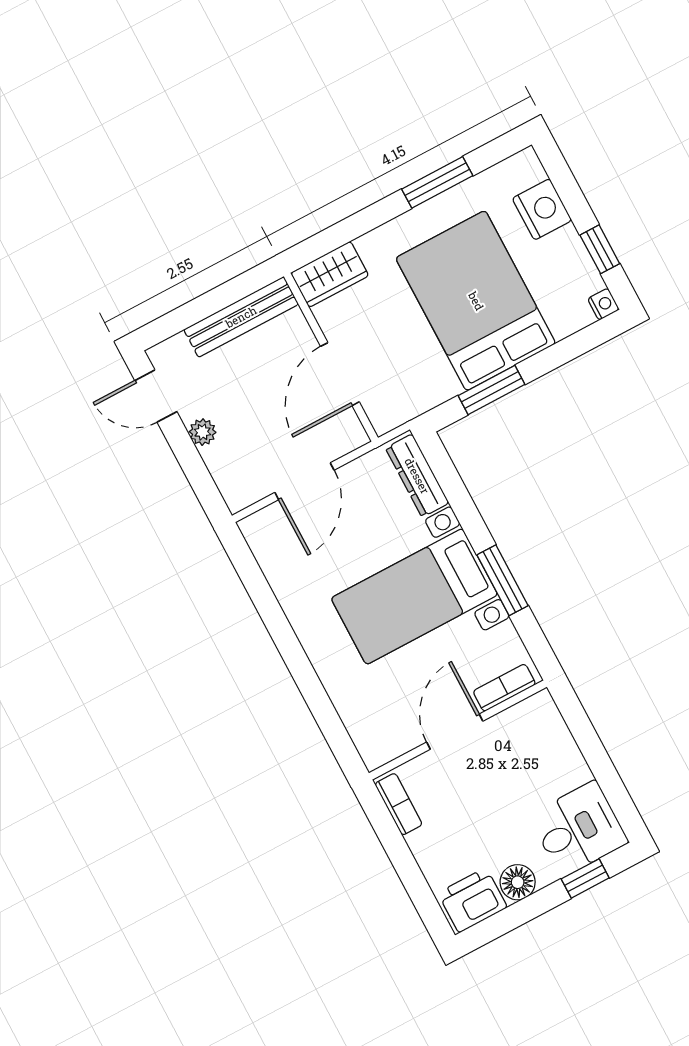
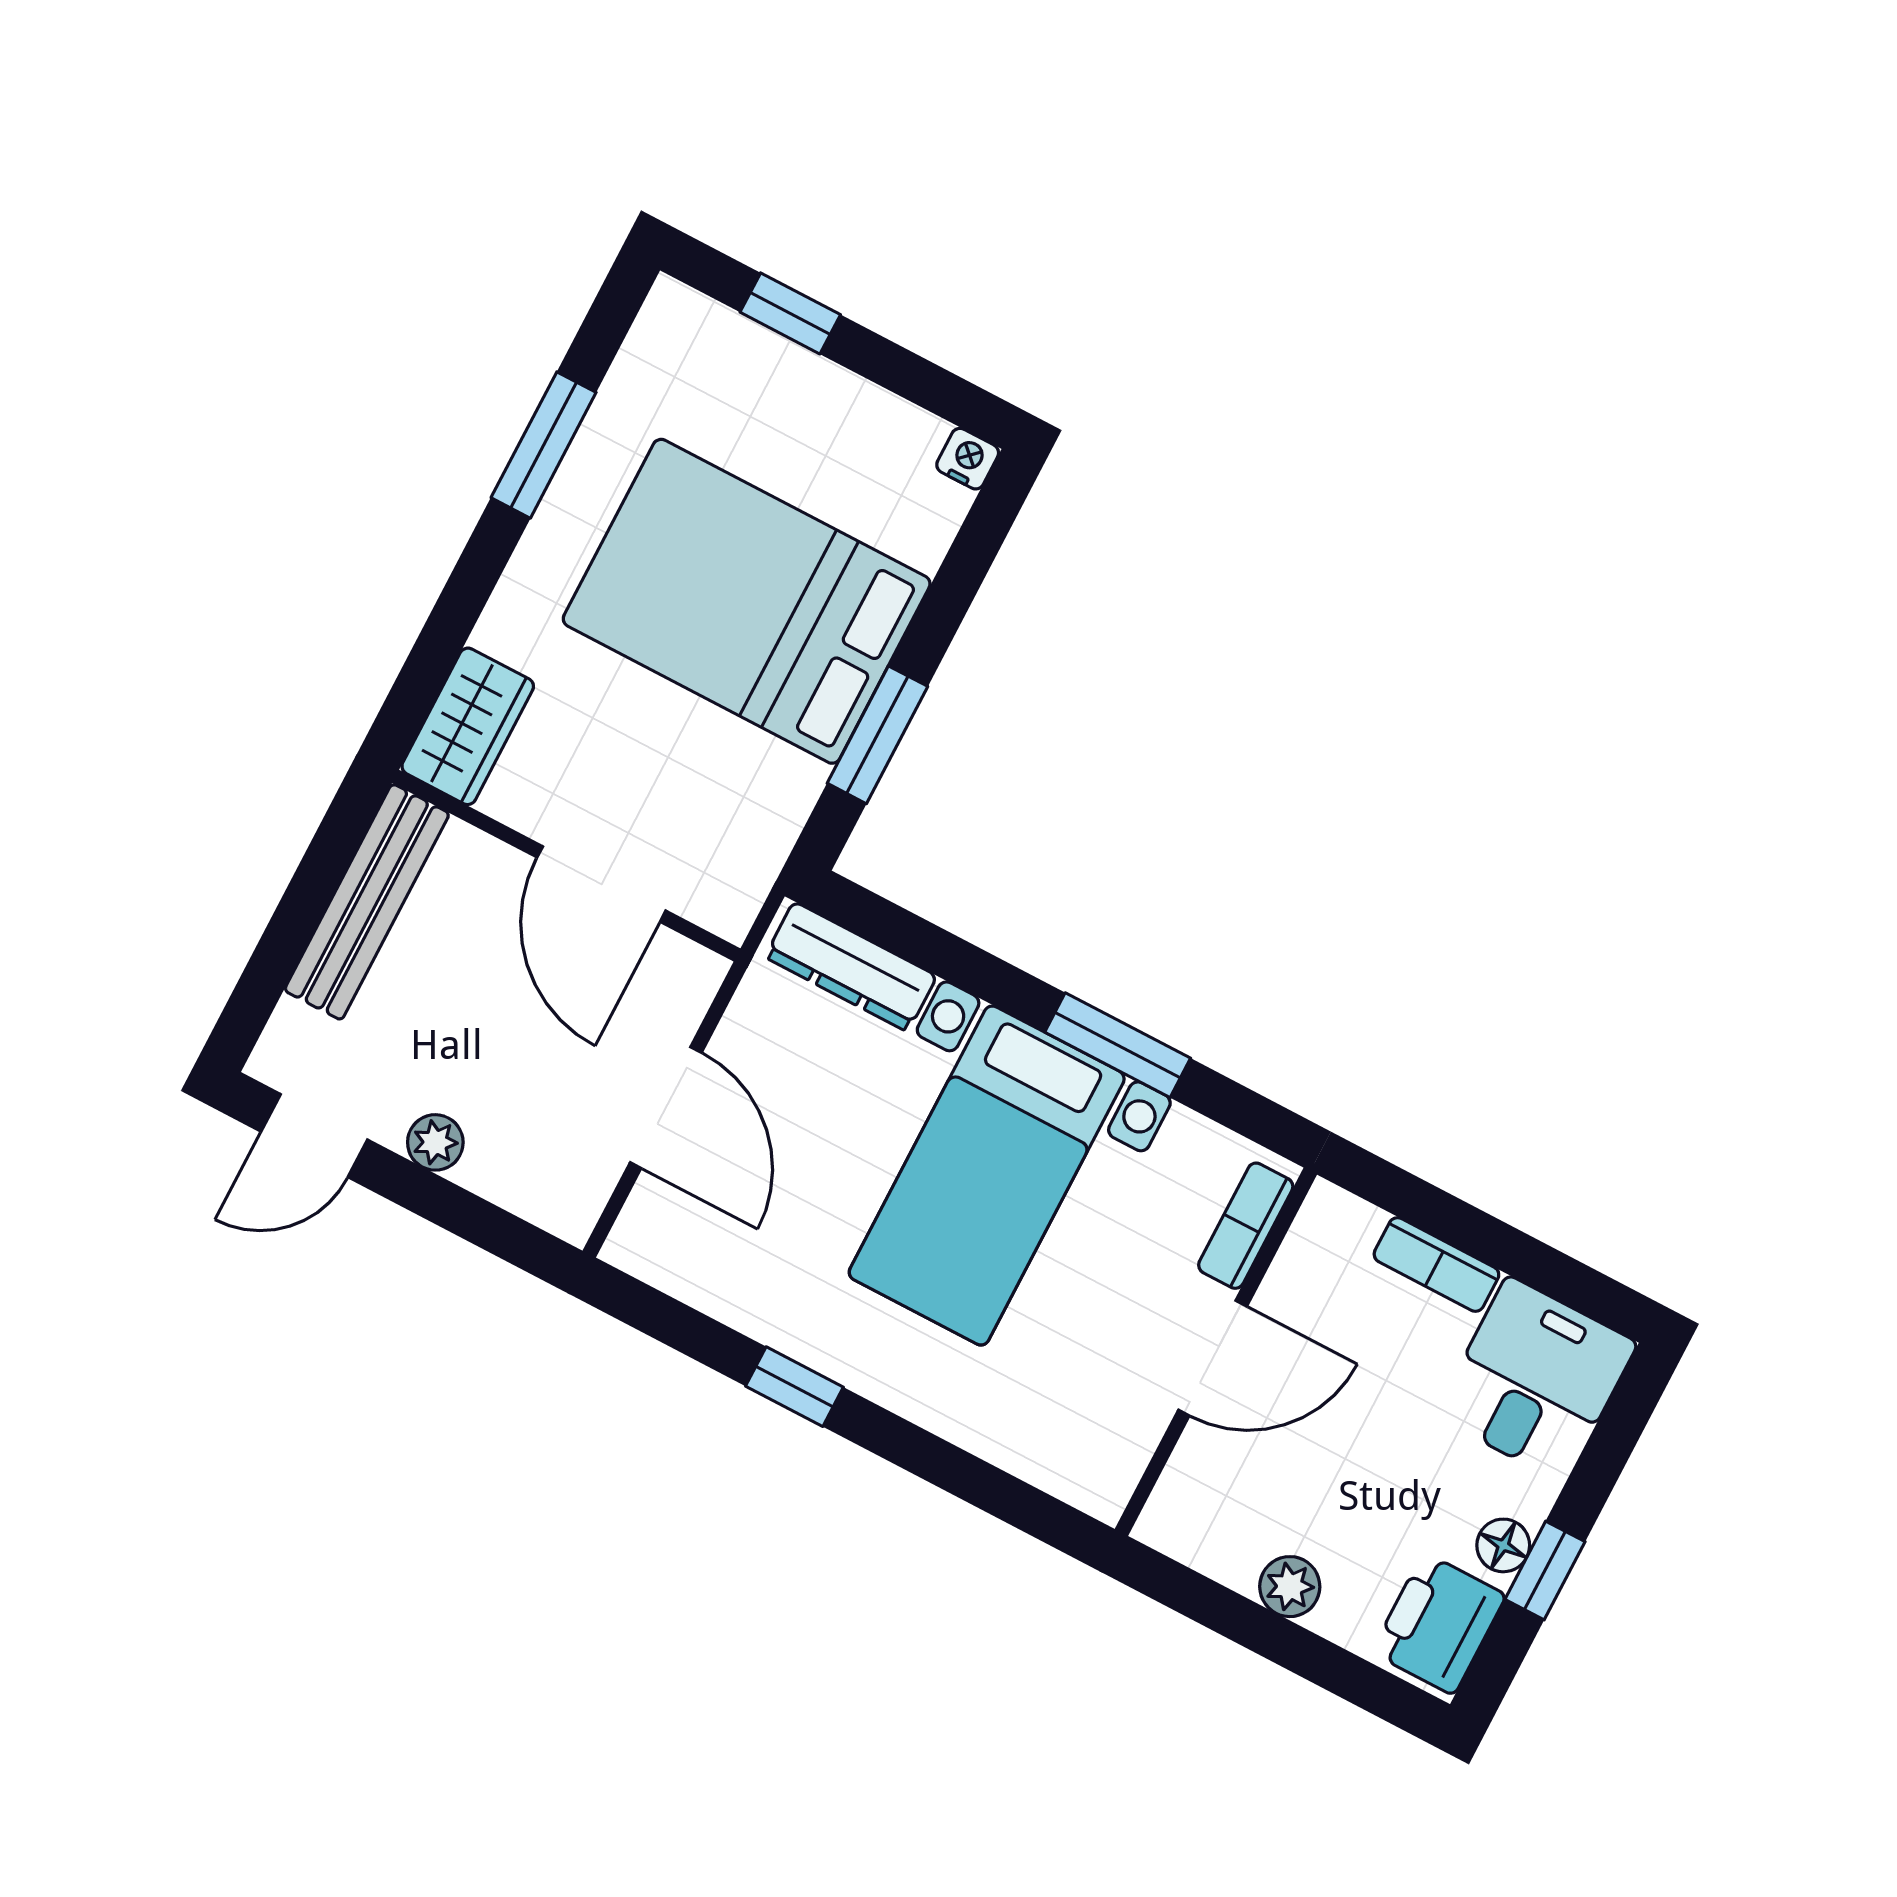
nightstand: (542, 209) -> (753, 369), removed
window: (600, 249) -> (790, 313), moved
window: (279, 628) -> (794, 1387), added
door: (455, 732) -> (1213, 1358), swing flipped
bookcase: (399, 804) -> (1436, 1264), moved, turned 180
plant: (423, 844) -> (1290, 1587), added
window: (585, 878) -> (1545, 1570), moved
floor lamp: (518, 882) -> (1503, 1545), width x0.73, depth x0.73

